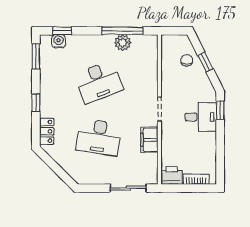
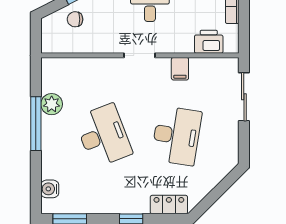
window: (62, 31) -> (36, 184), removed
window: (122, 31) -> (36, 124), moved
filing cabinet: (149, 140) -> (180, 69), width x0.50
printer: (172, 176) -> (209, 42), moved, turned 90

